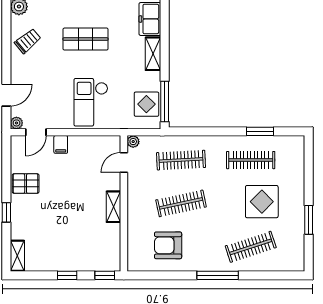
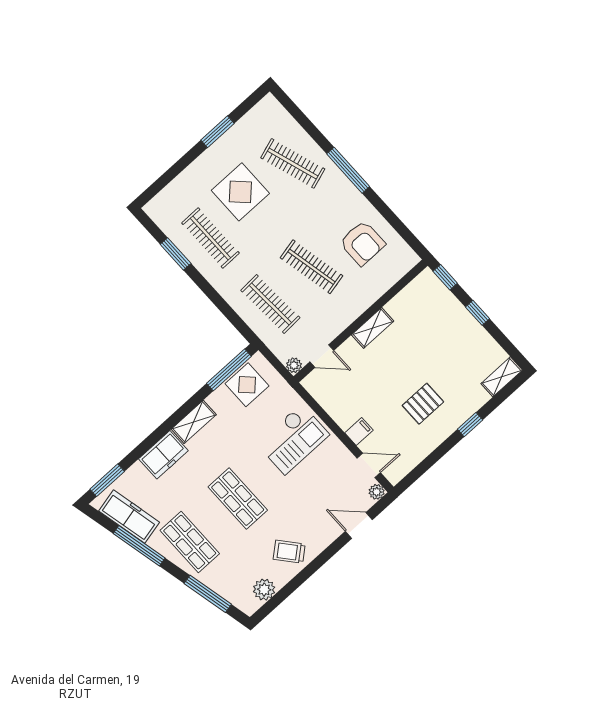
pallet: (26, 184) -> (423, 404), moved, turned 90

